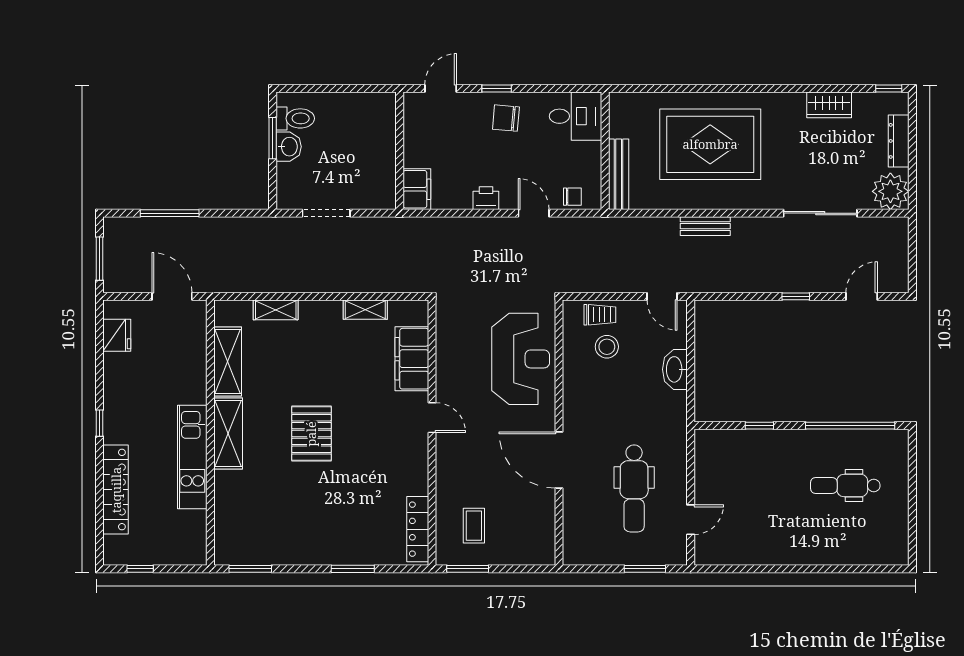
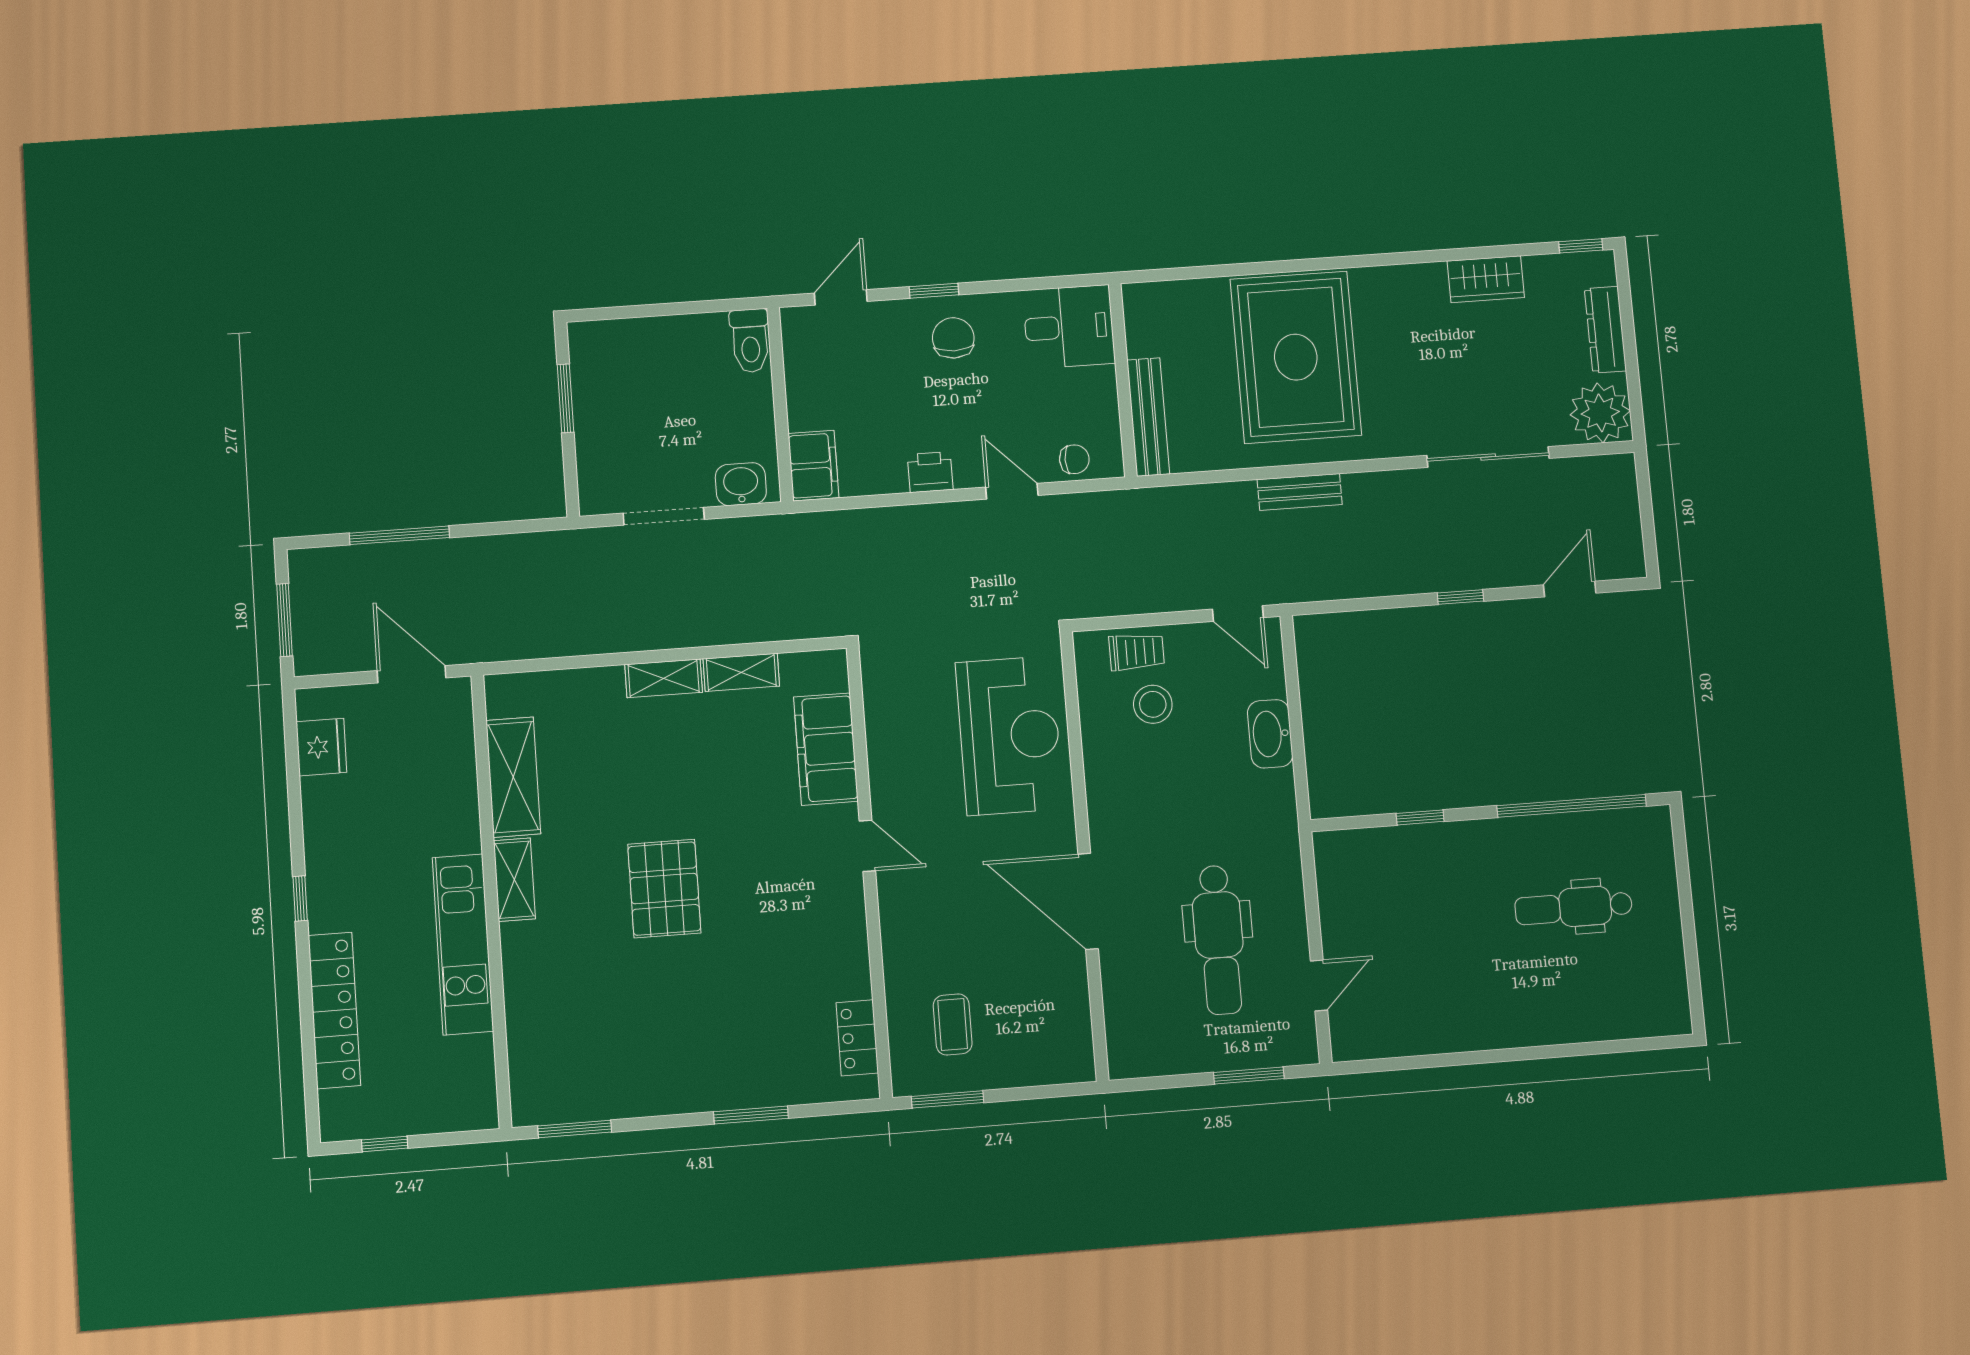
toilet: (295, 118) -> (750, 341), moved, turned 90
chair: (506, 118) -> (953, 338), turned 85
rug: (710, 144) -> (1296, 357), turned 90
washbasin: (289, 147) -> (741, 484), moved, turned -90
shelving: (276, 310) -> (664, 678), moved
shelving: (228, 434) -> (514, 880), width x0.67, depth x0.75
locker: (418, 529) -> (857, 1038), width x0.66

